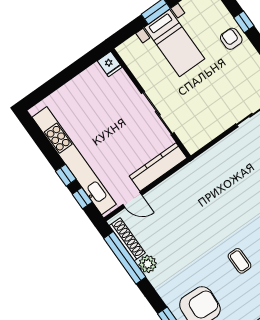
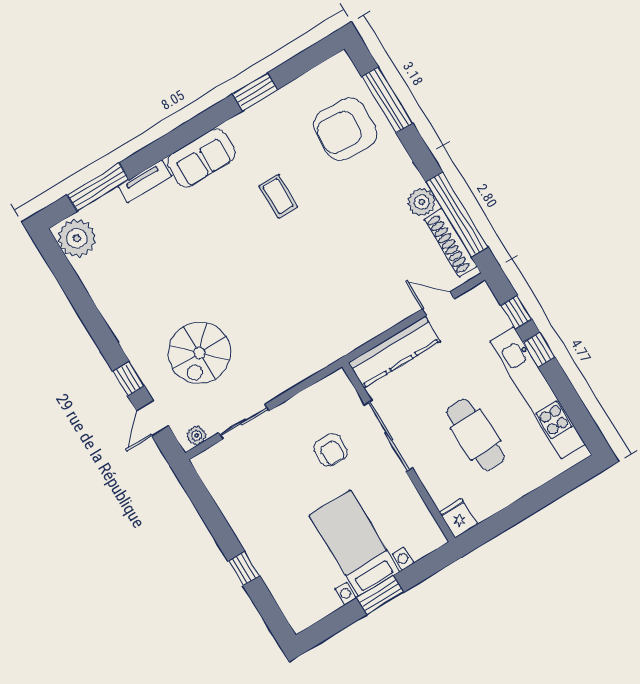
armchair: (231, 39) -> (330, 450), moved
cafe table: (102, 118) -> (476, 435), added
kitchen unit: (74, 161) -> (537, 393), width x0.73

